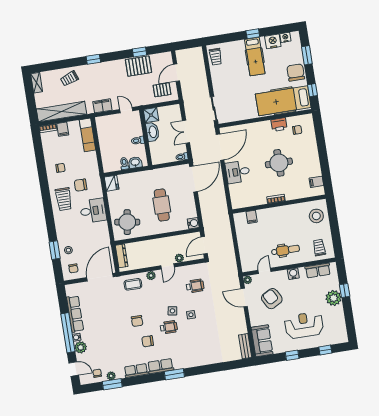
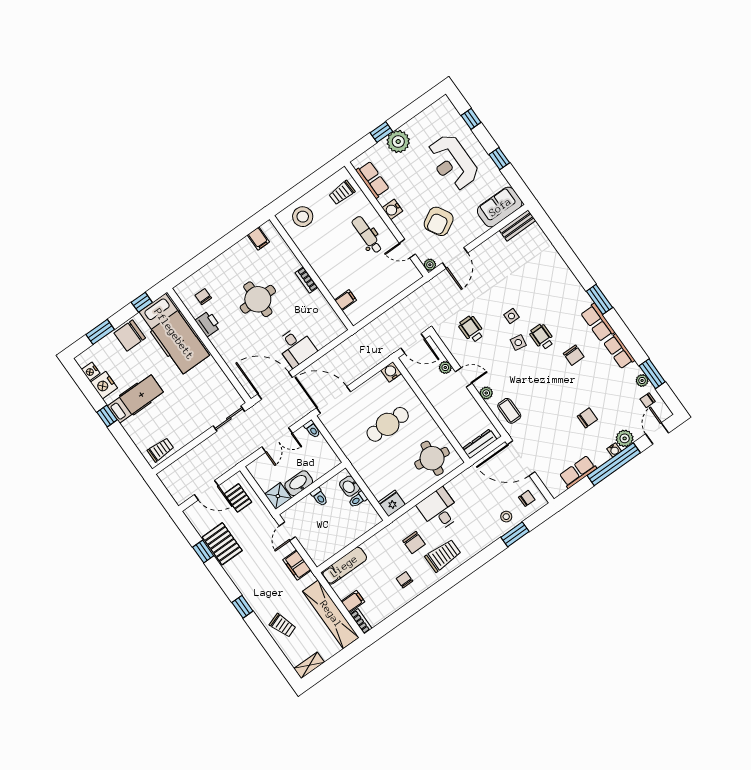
row of seats: (75, 314) -> (578, 472), width x0.68
chair: (137, 321) -> (587, 418), moved

